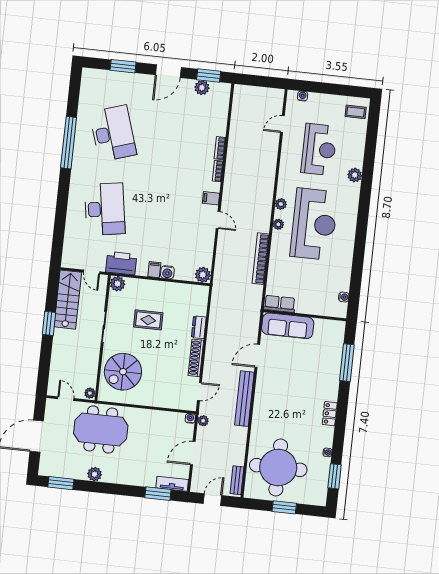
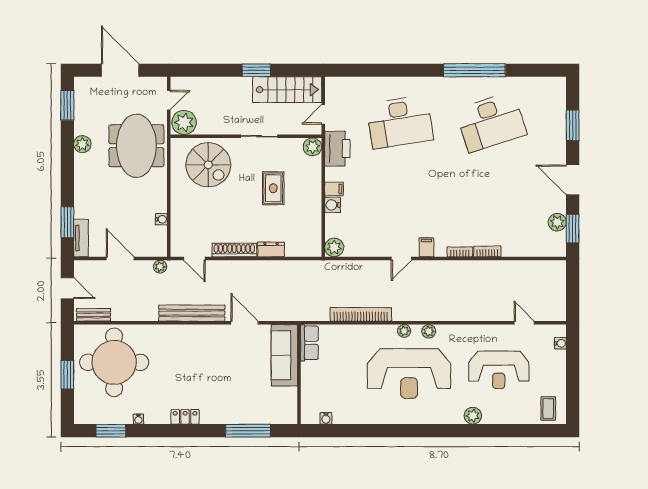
spiral stairs: (123, 372) -> (208, 165), turned 180
plant: (90, 393) -> (184, 122), width x1.87, depth x1.87
water cooler: (190, 418) -> (161, 219), moved

